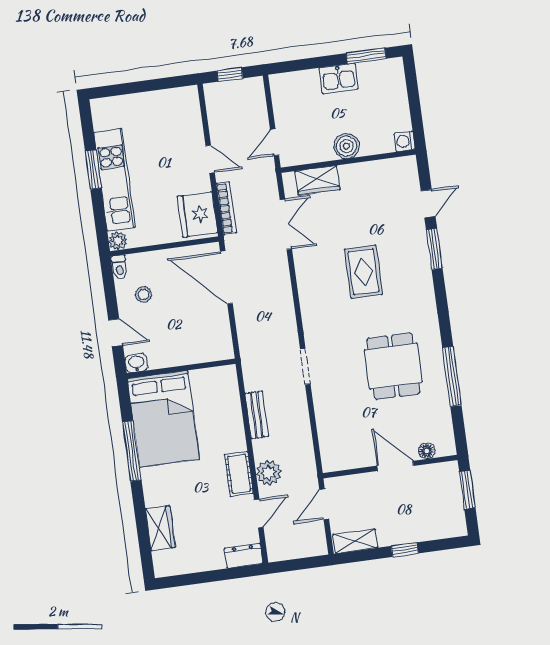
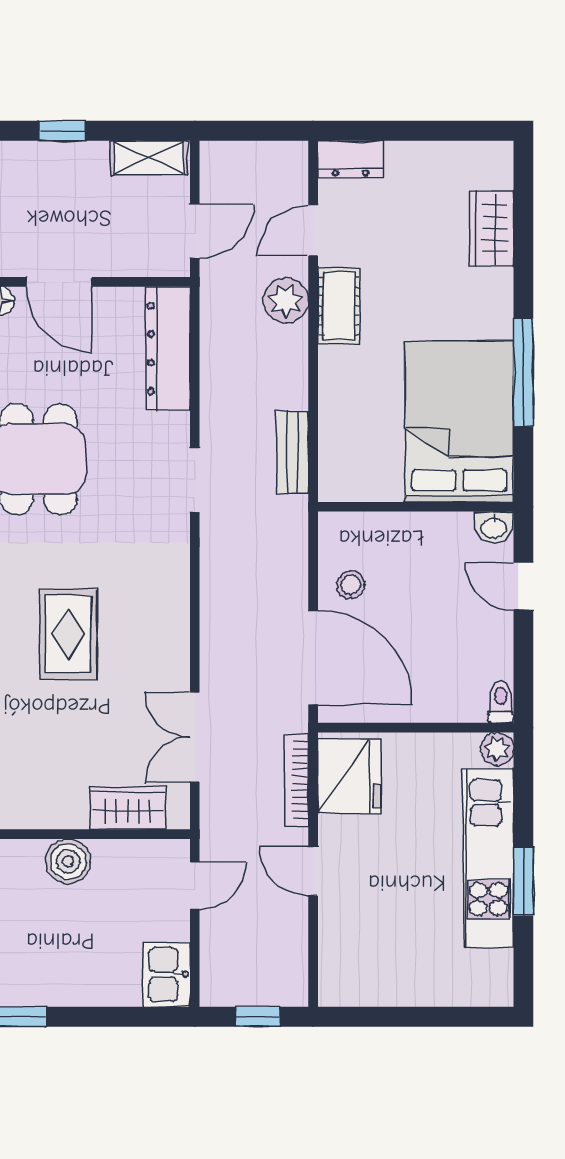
kitchen sink: (339, 78) -> (167, 975), moved, turned -90
stool: (143, 294) -> (351, 585), moved
bench: (257, 415) -> (293, 452), moved
dresser: (330, 437) -> (168, 348), added

